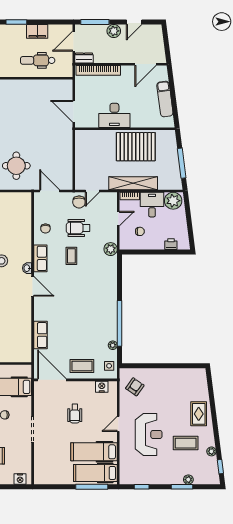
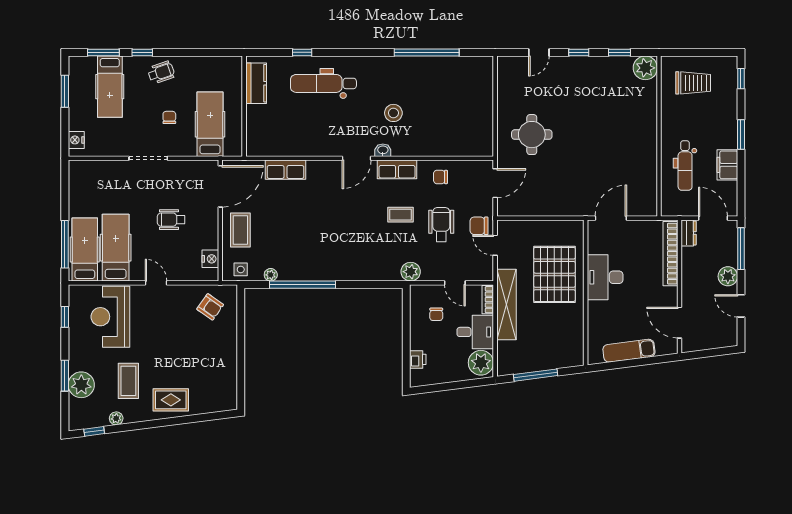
dental chair: (38, 60) -> (685, 166), turned 180
pallet: (136, 147) -> (554, 274), moved
reception desk: (149, 434) -> (110, 317), moved, turned 90
plant: (188, 480) -> (81, 385), width x1.88, depth x1.88

